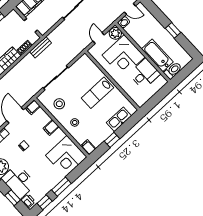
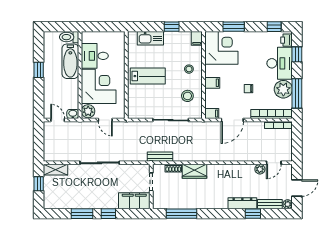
door: (99, 38) -> (105, 120), hinge flipped
window: (61, 187) -> (234, 27), moved

